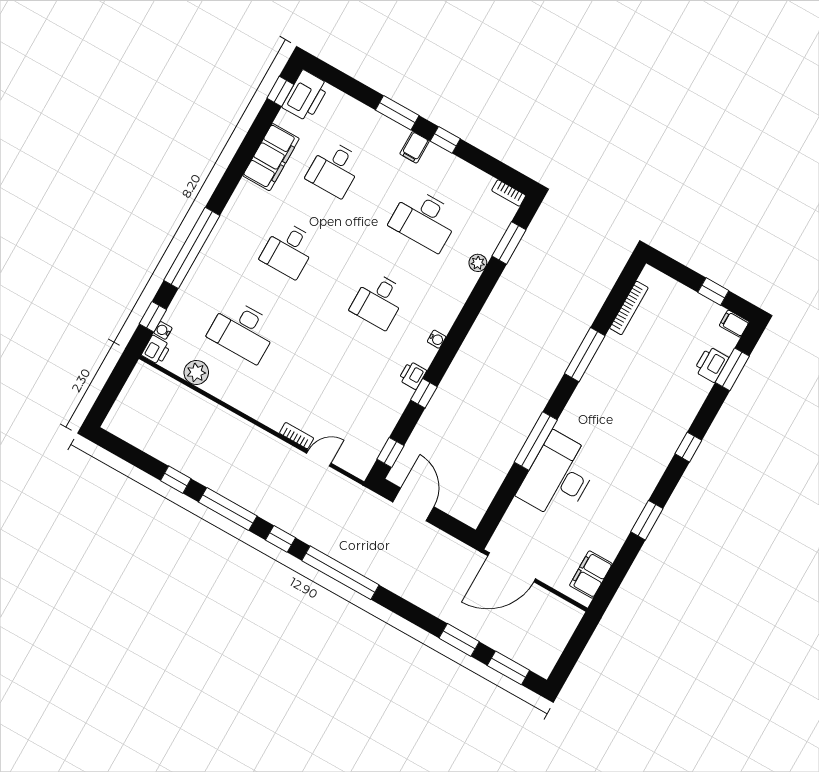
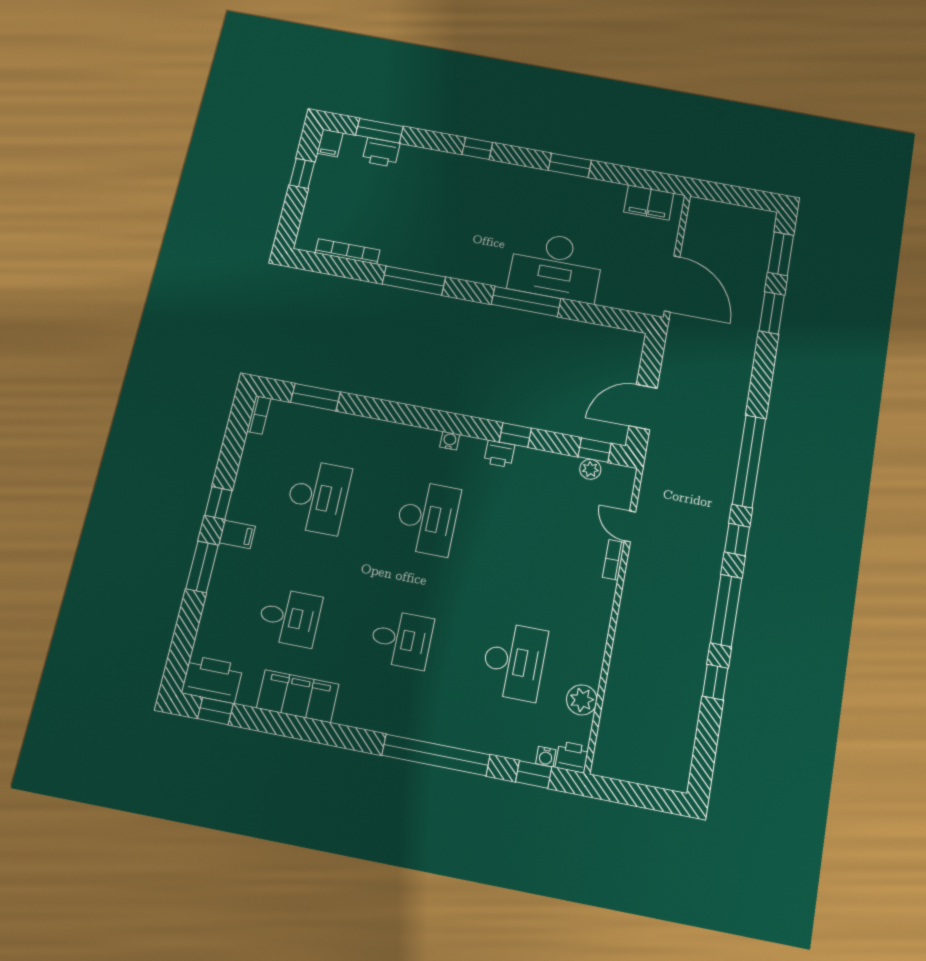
plant: (478, 263) -> (590, 469), moved
desk: (378, 301) -> (427, 518), width x1.37

